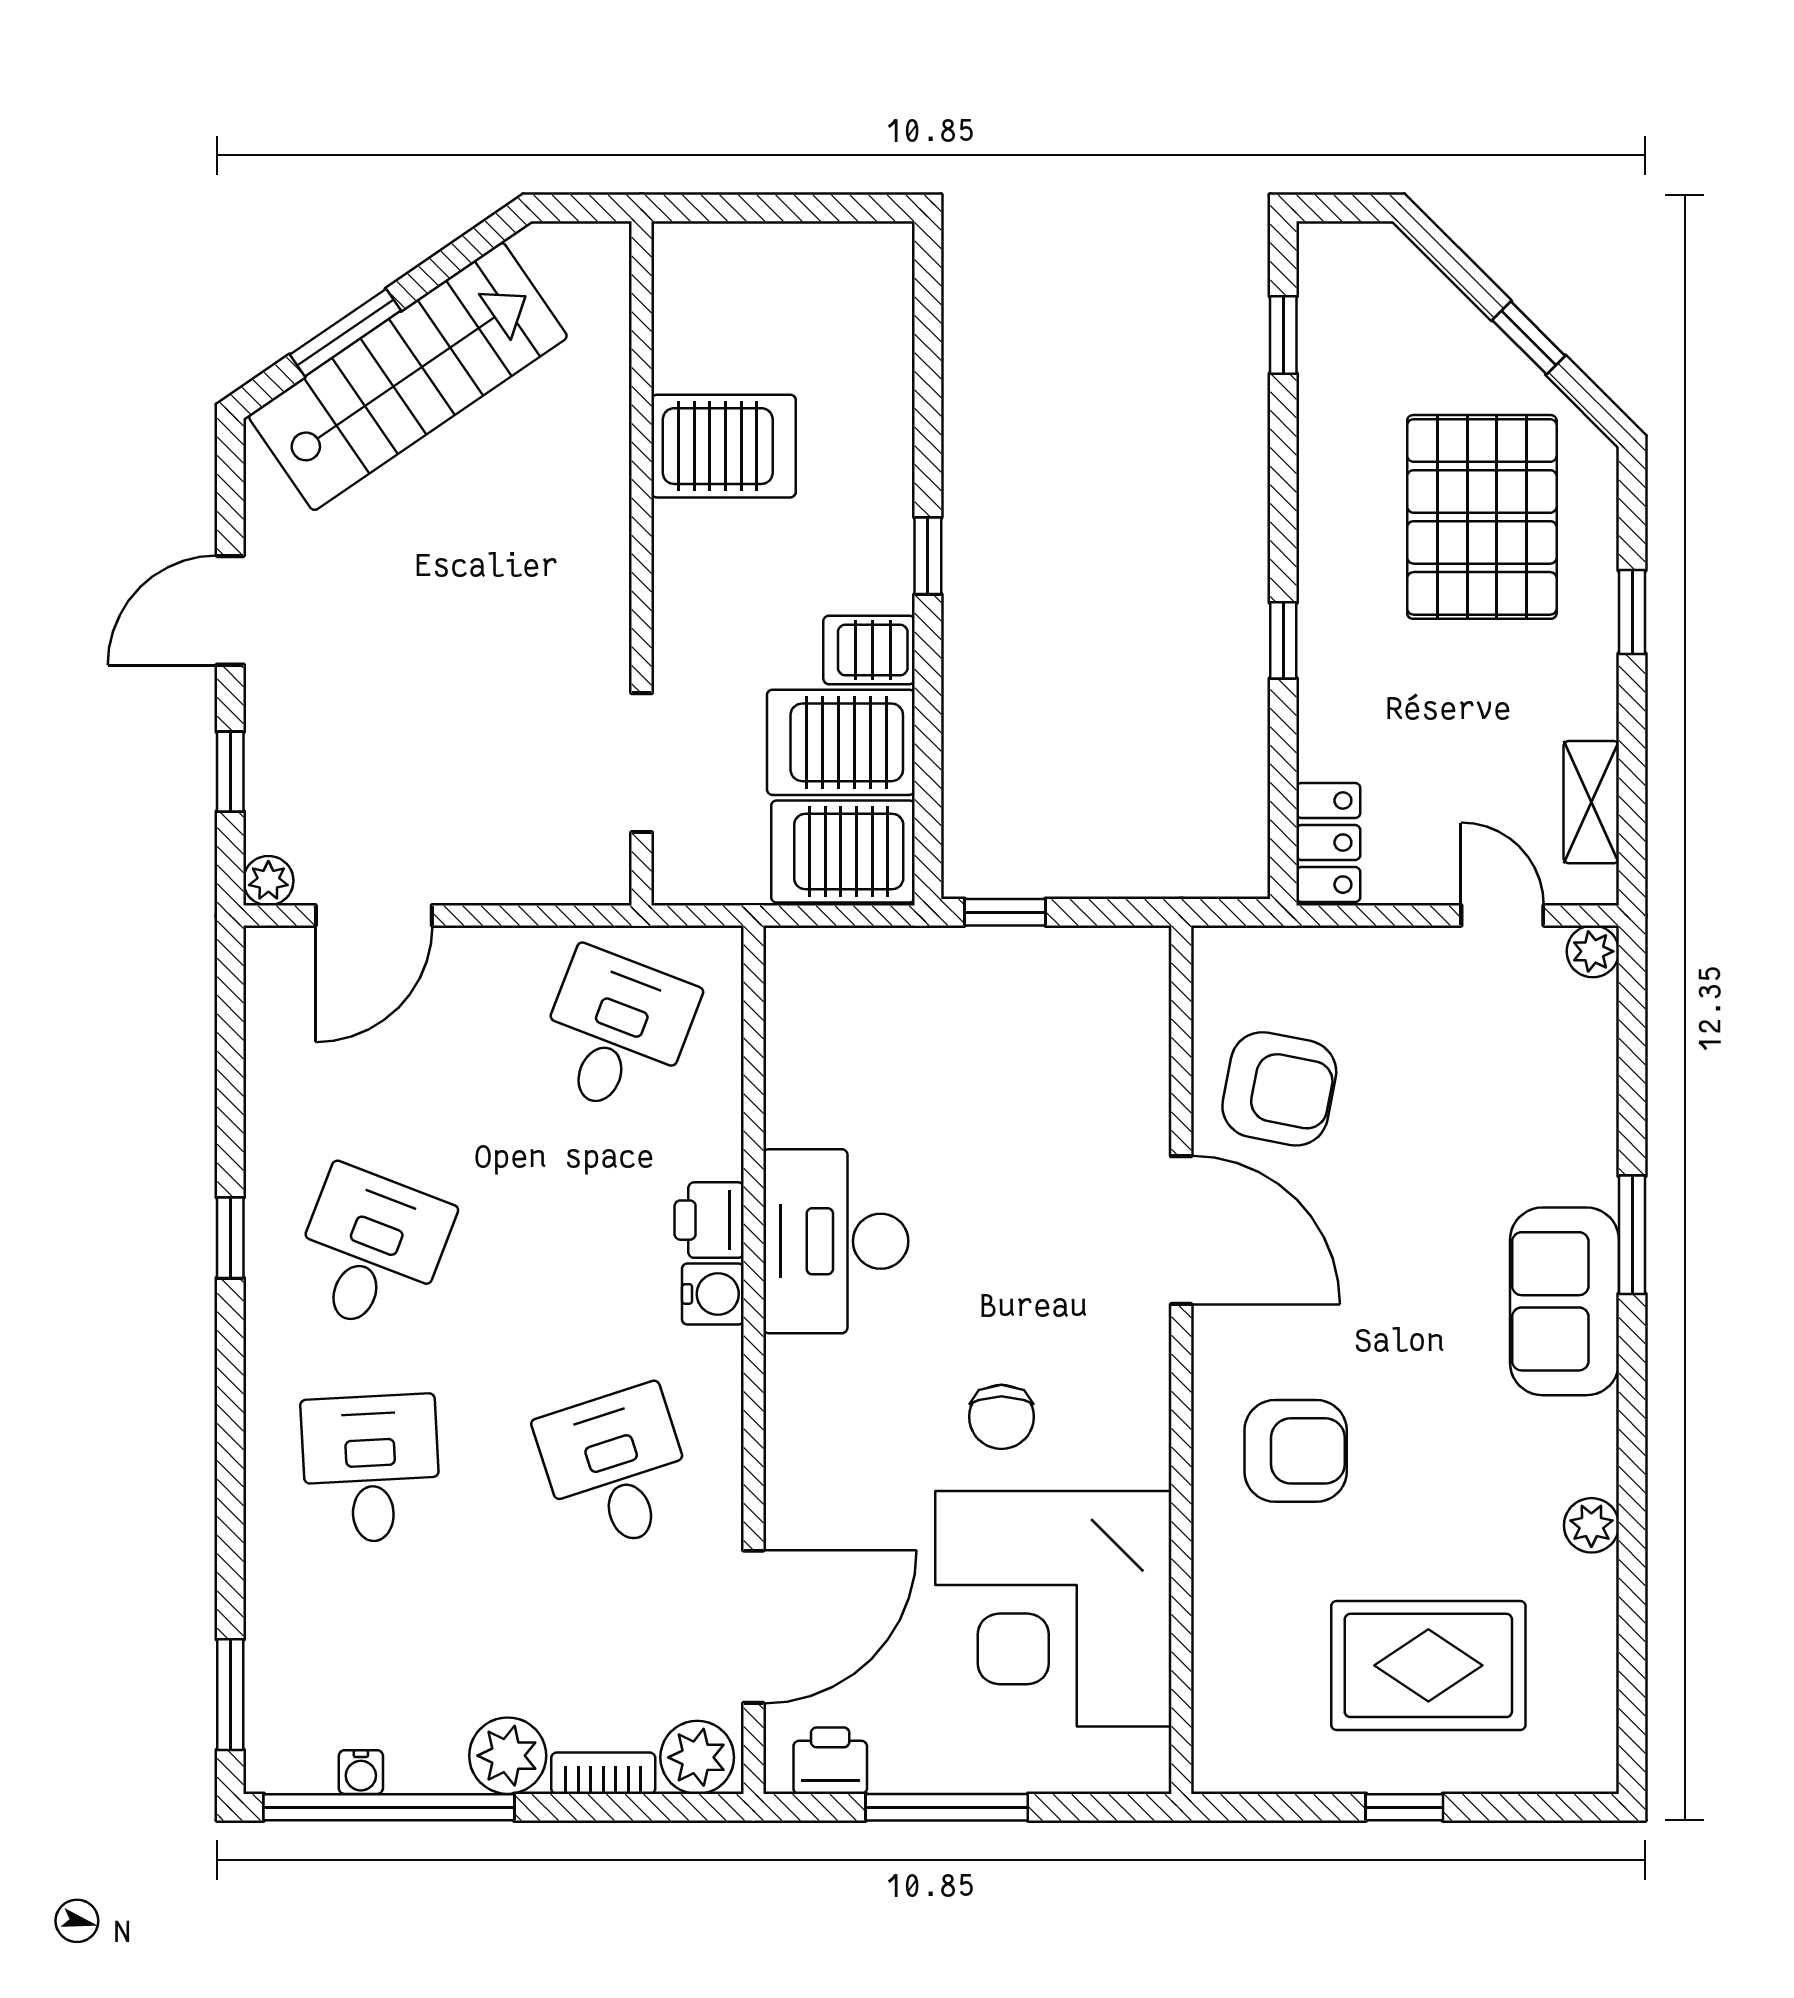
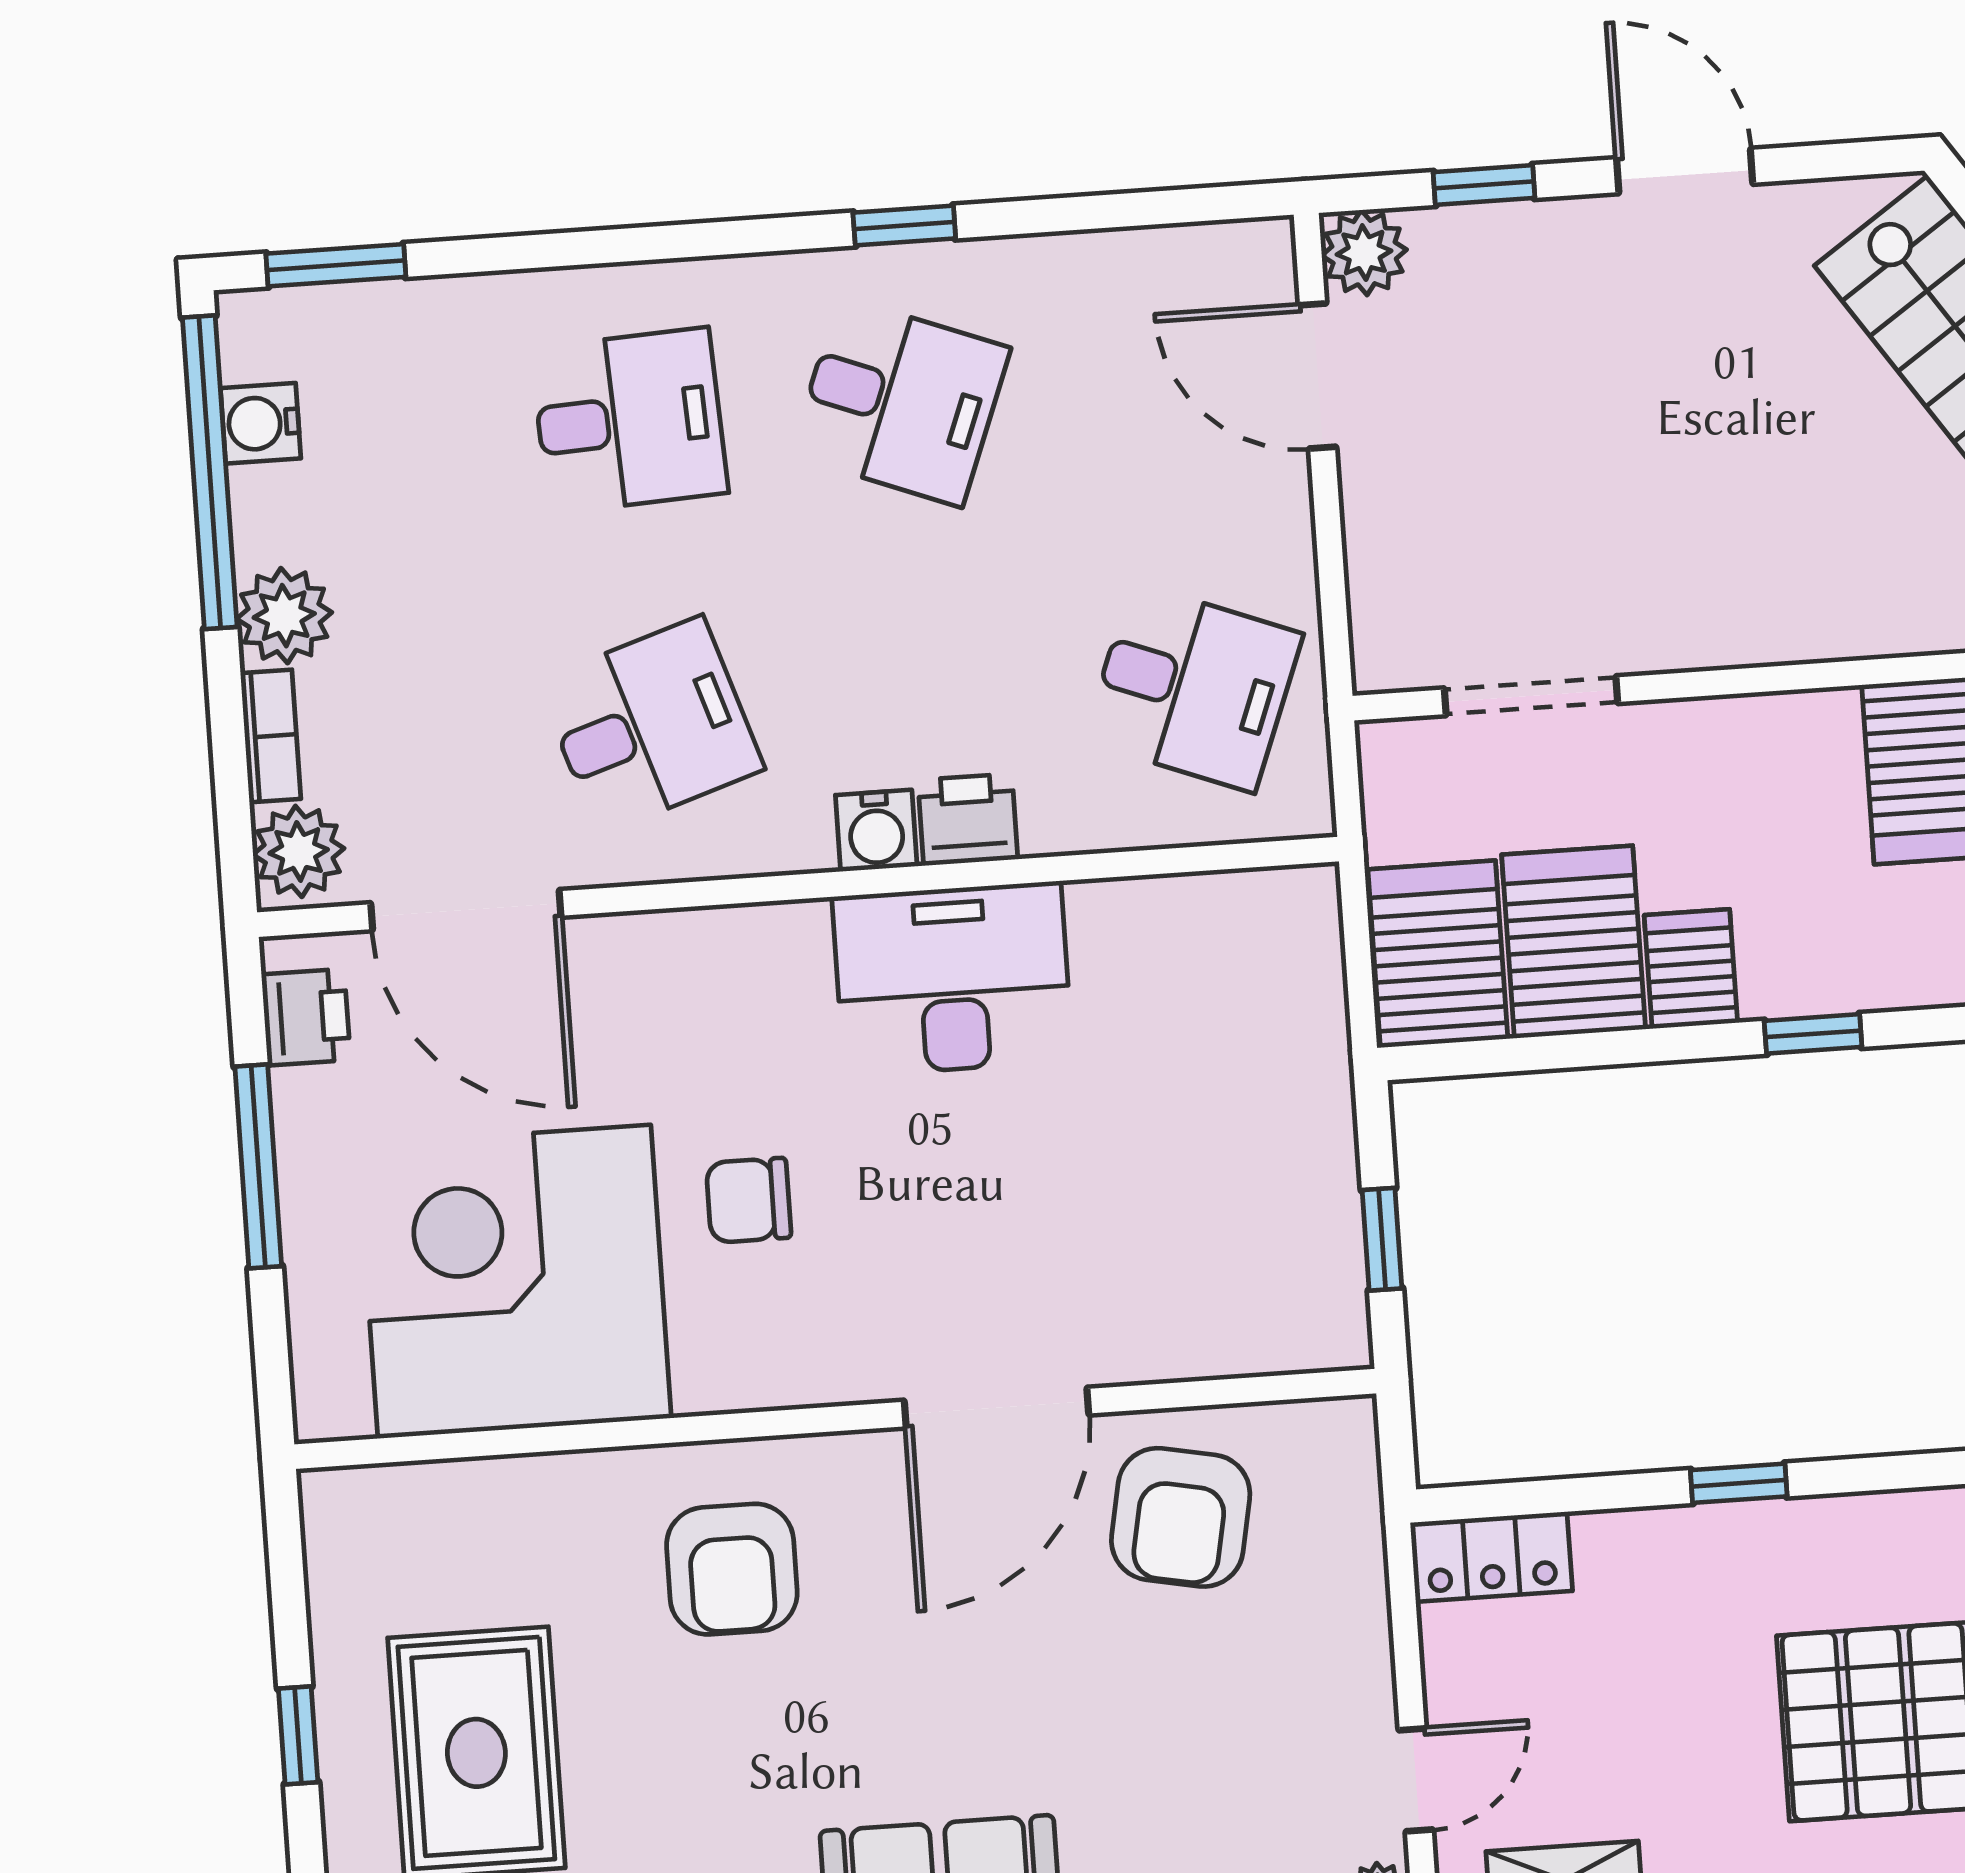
plant: (268, 881) -> (1364, 253), width x1.38, depth x1.38
window: (1005, 912) -> (1382, 1239), moved
water cooler: (361, 1772) -> (261, 423), width x1.38, depth x1.38

